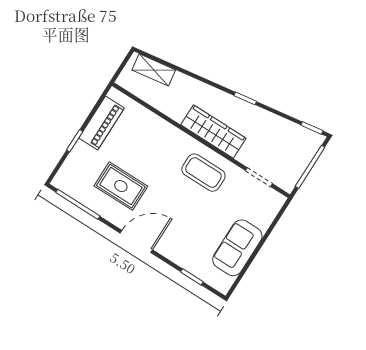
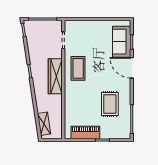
door: (136, 241) -> (132, 68), moved
sofa: (237, 248) -> (122, 42), moved, turned 90

